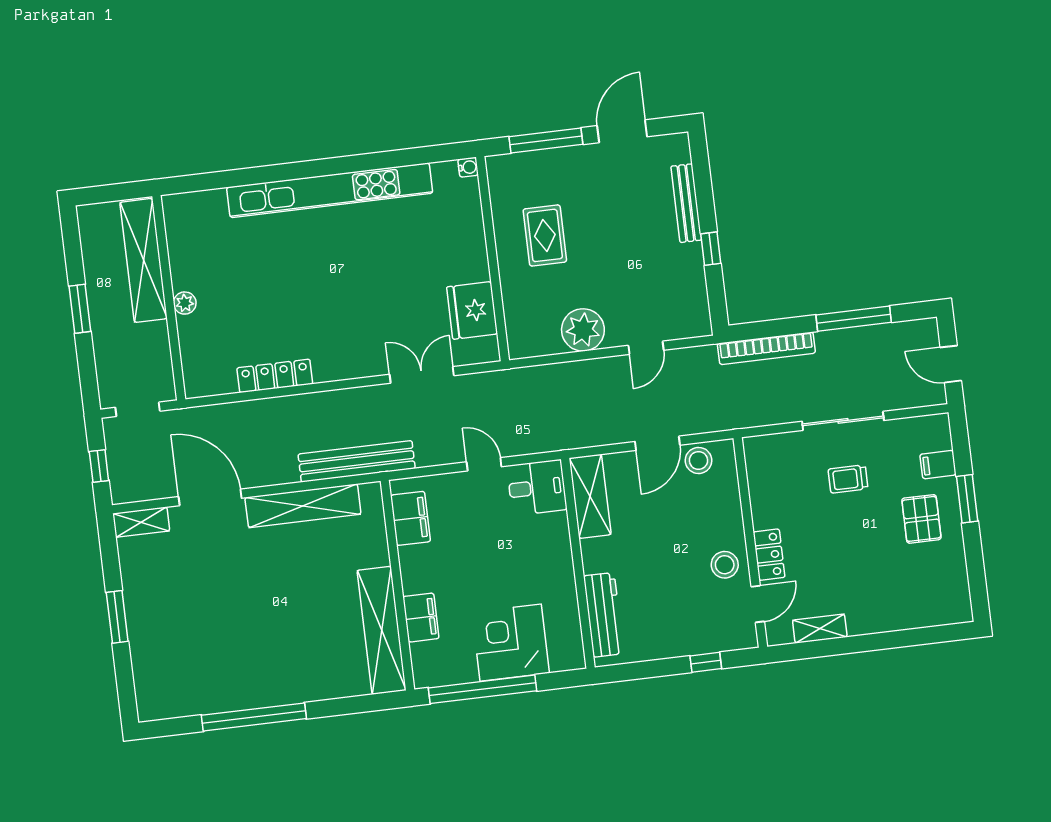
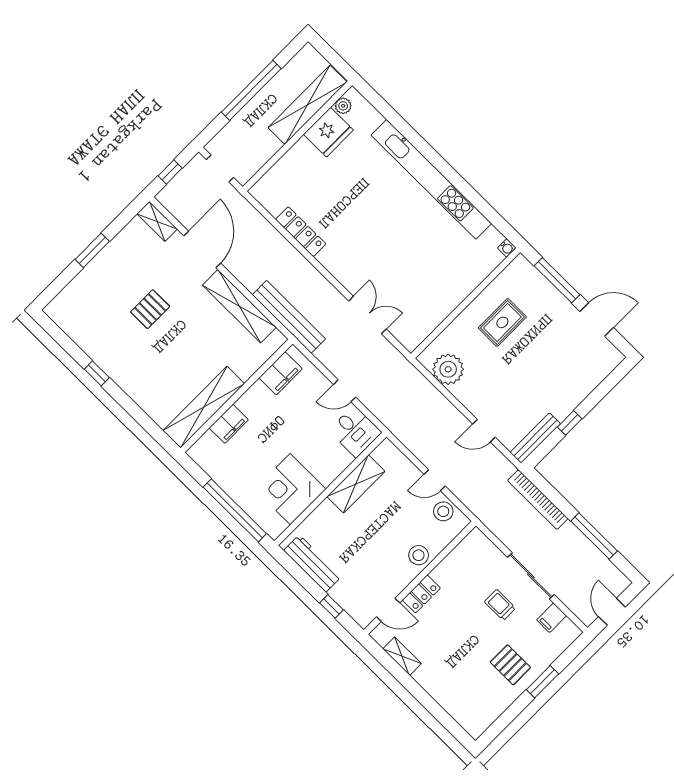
bench: (686, 203) -> (535, 438), moved
plant: (185, 303) -> (343, 106), moved
window: (80, 309) -> (251, 90), width x2.11
fridge: (472, 310) -> (328, 132), moved, turned 180
plant: (583, 330) -> (448, 369), moved
door: (657, 443) -> (435, 480), width x0.73
door: (484, 464) -> (345, 391), swing flipped
filing cabinet: (938, 465) -> (552, 618), moved, turned -90
shelving: (590, 496) -> (356, 484), moved
pallet: (921, 519) -> (510, 665), turned 90
stool: (725, 565) -> (419, 555), moved
pallet: (230, 605) -> (150, 309), added
workbench: (604, 615) -> (313, 564), moved, turned -90
corner desk: (511, 643) -> (290, 489), moved, turned -90
window: (482, 689) -> (235, 510), moved
window: (254, 717) -> (97, 373), width x0.32

